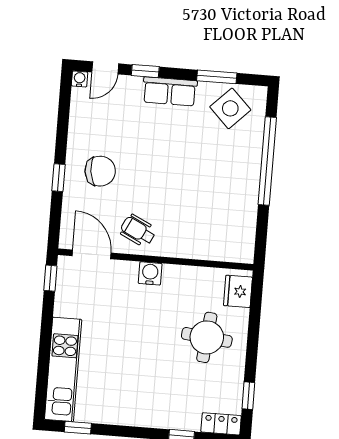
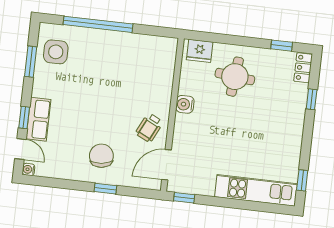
row of seats: (170, 91) -> (38, 119), moved
side table: (230, 108) -> (56, 52), turned 45
water cooler: (150, 273) -> (185, 104), moved

